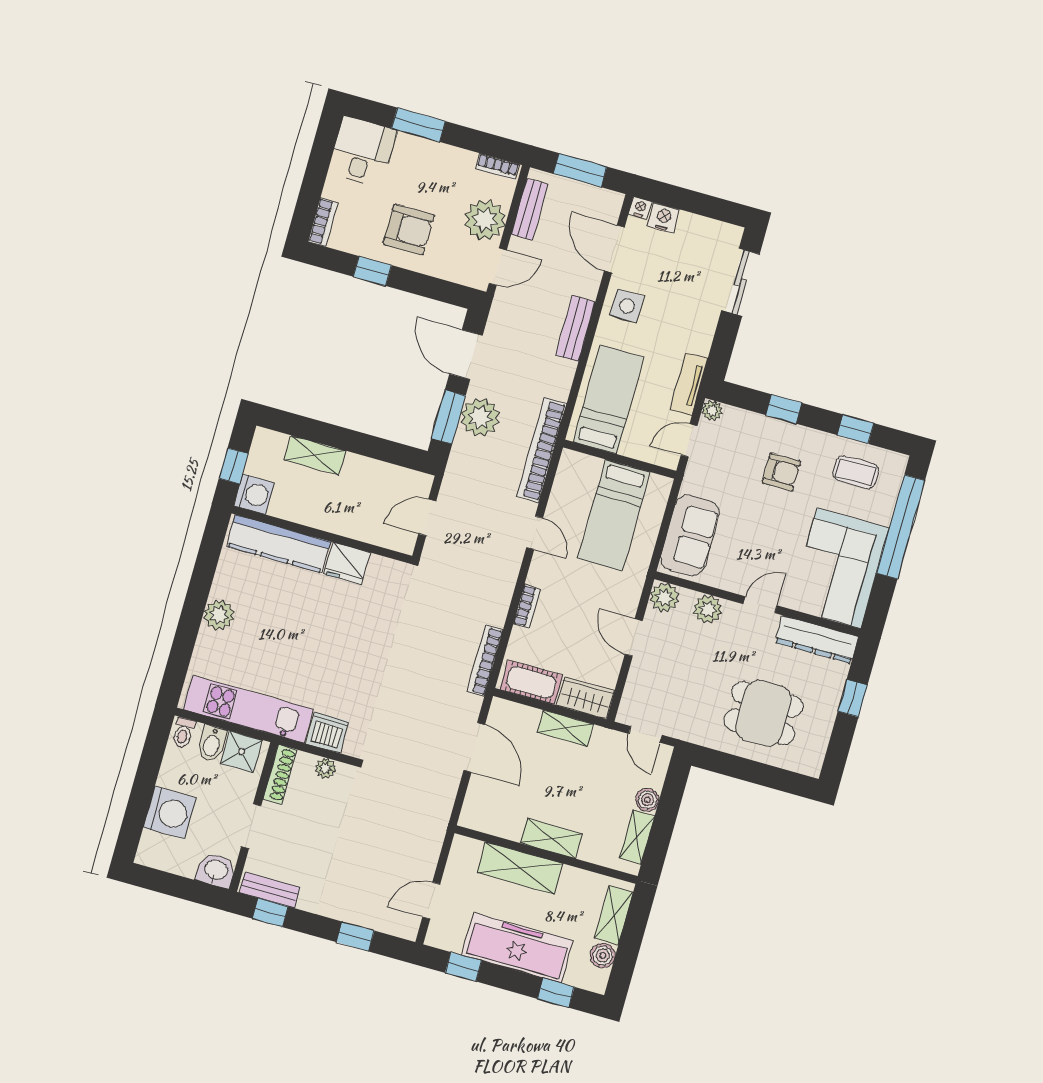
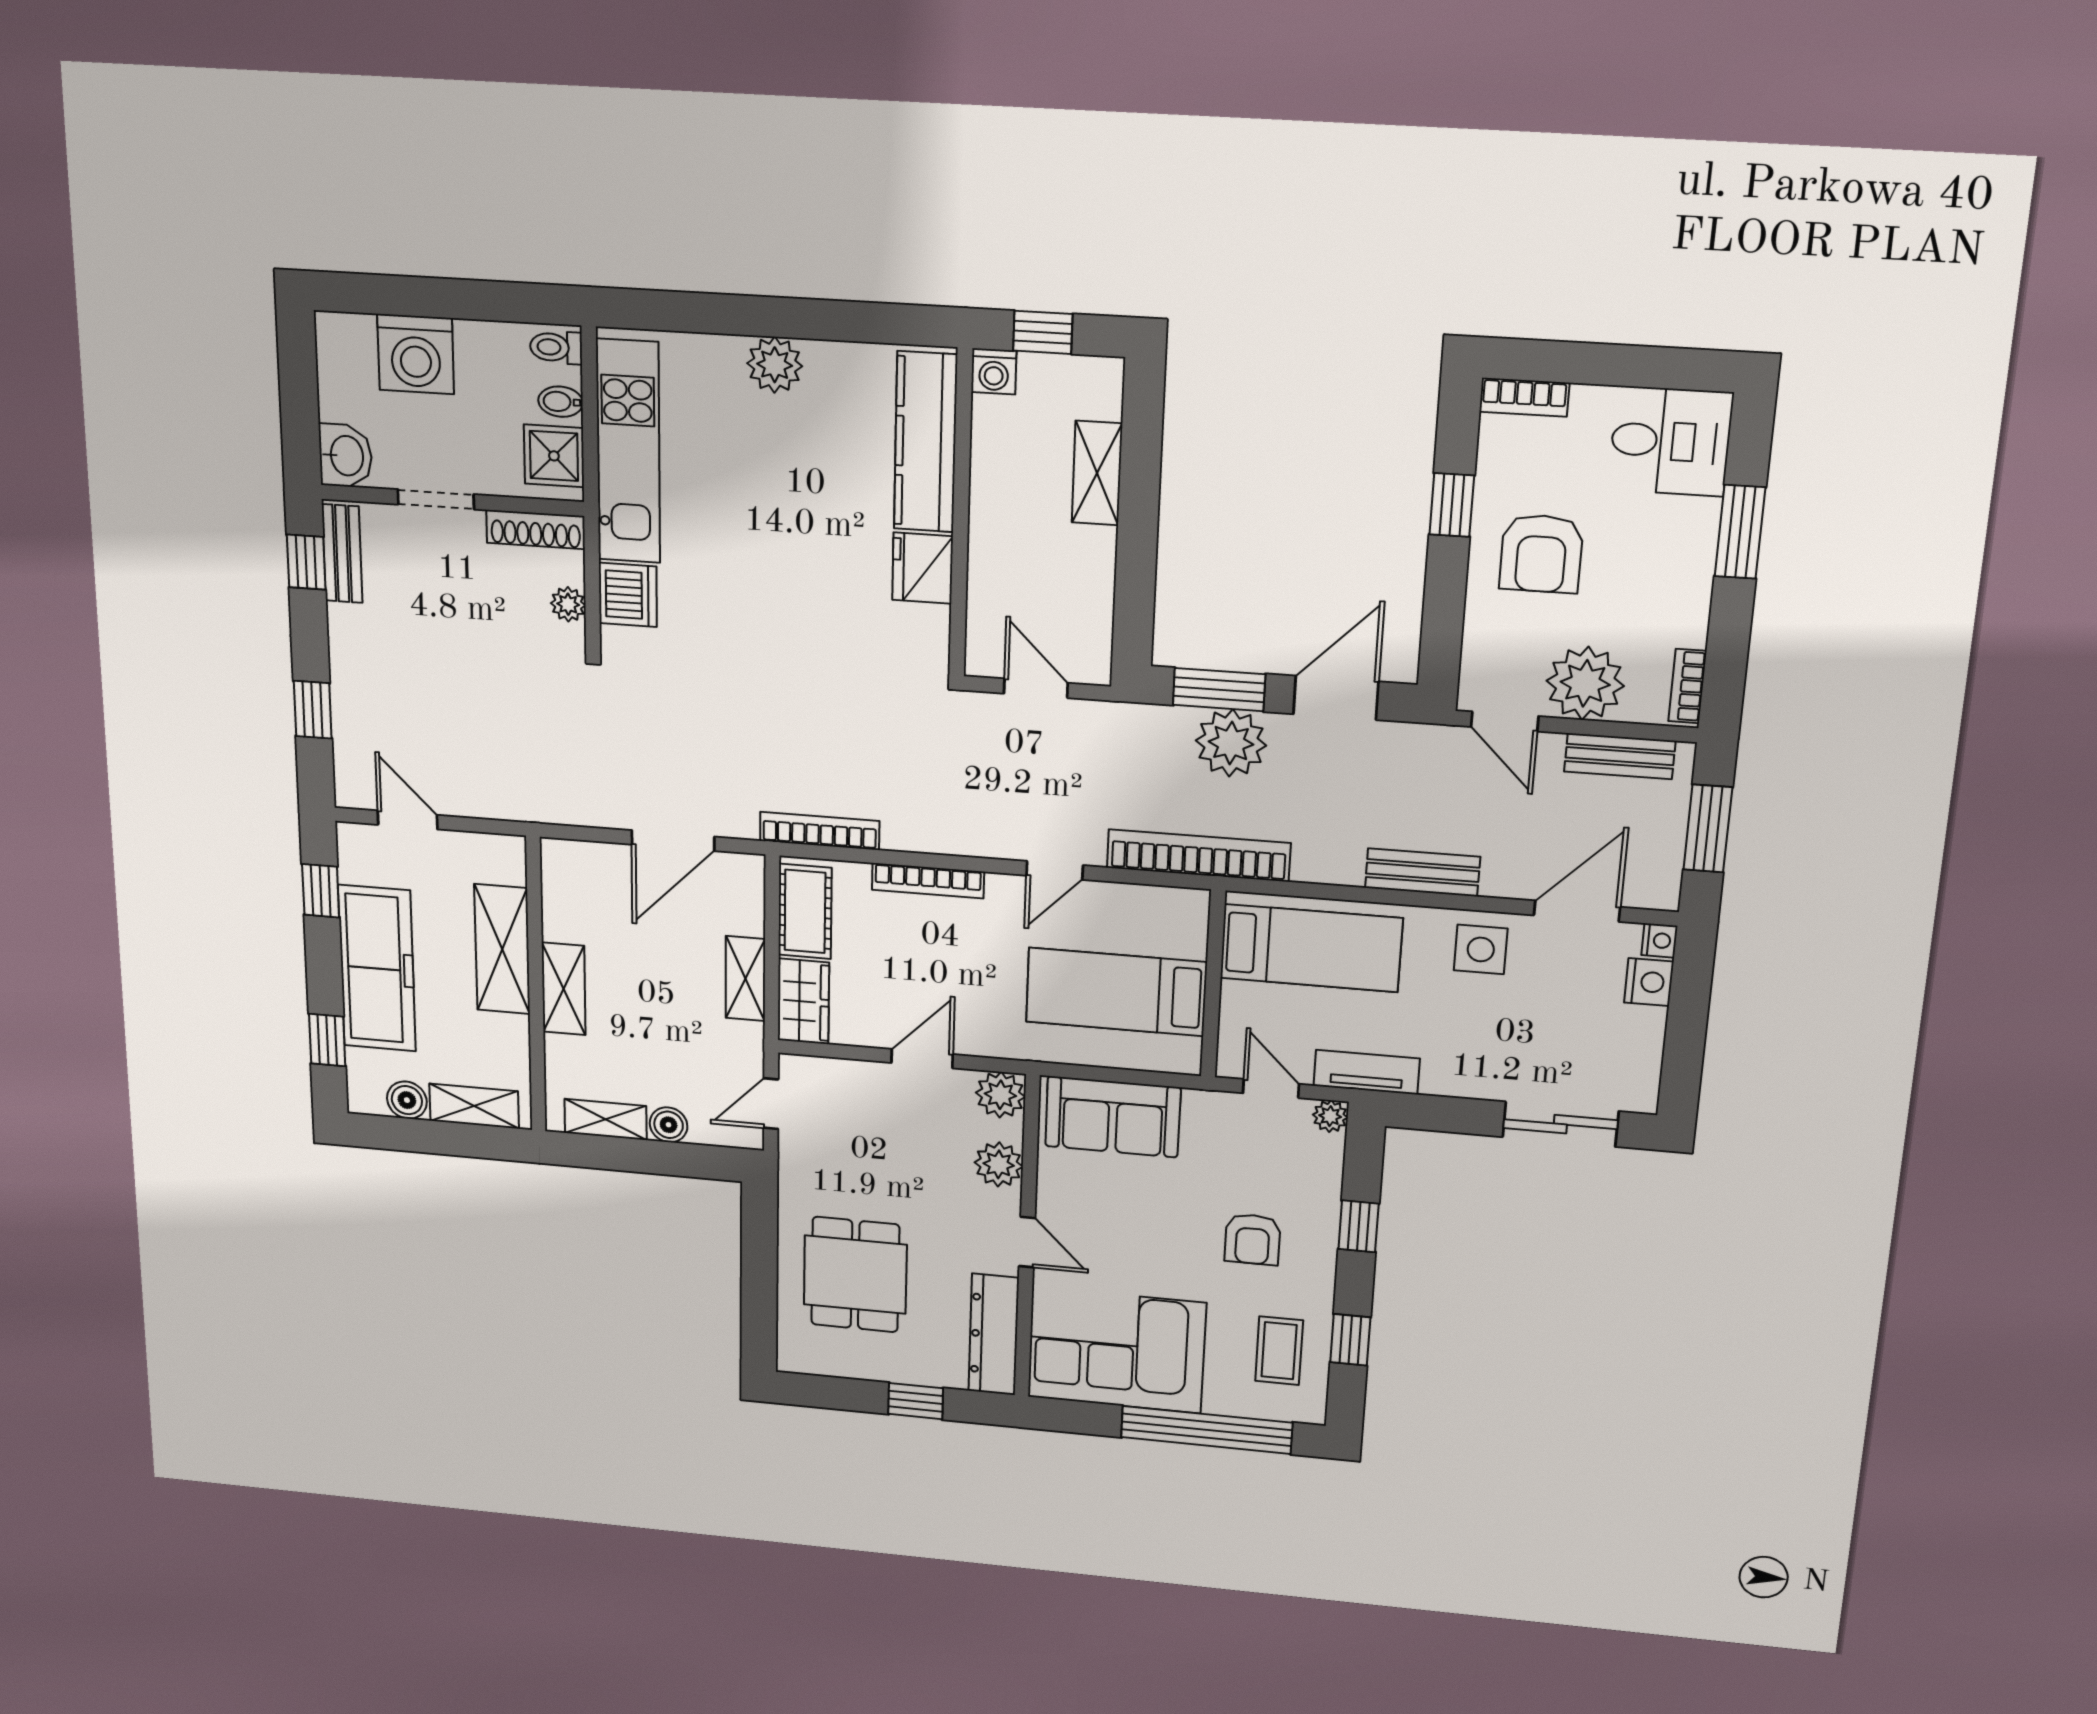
washing machine: (254, 494) -> (994, 371), width x0.73, depth x0.73
bookcase: (527, 606) -> (928, 881), width x1.56
bidet: (212, 744) -> (561, 402), width x0.72, depth x0.74

